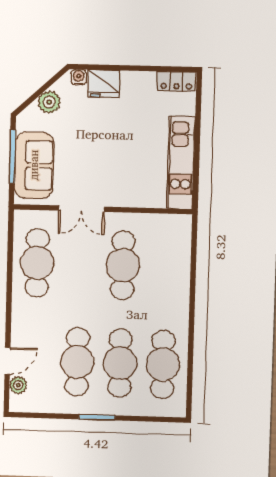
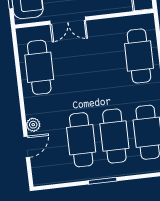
cafe table: (123, 265) -> (139, 56), moved
plant: (18, 385) -> (33, 125), moved

